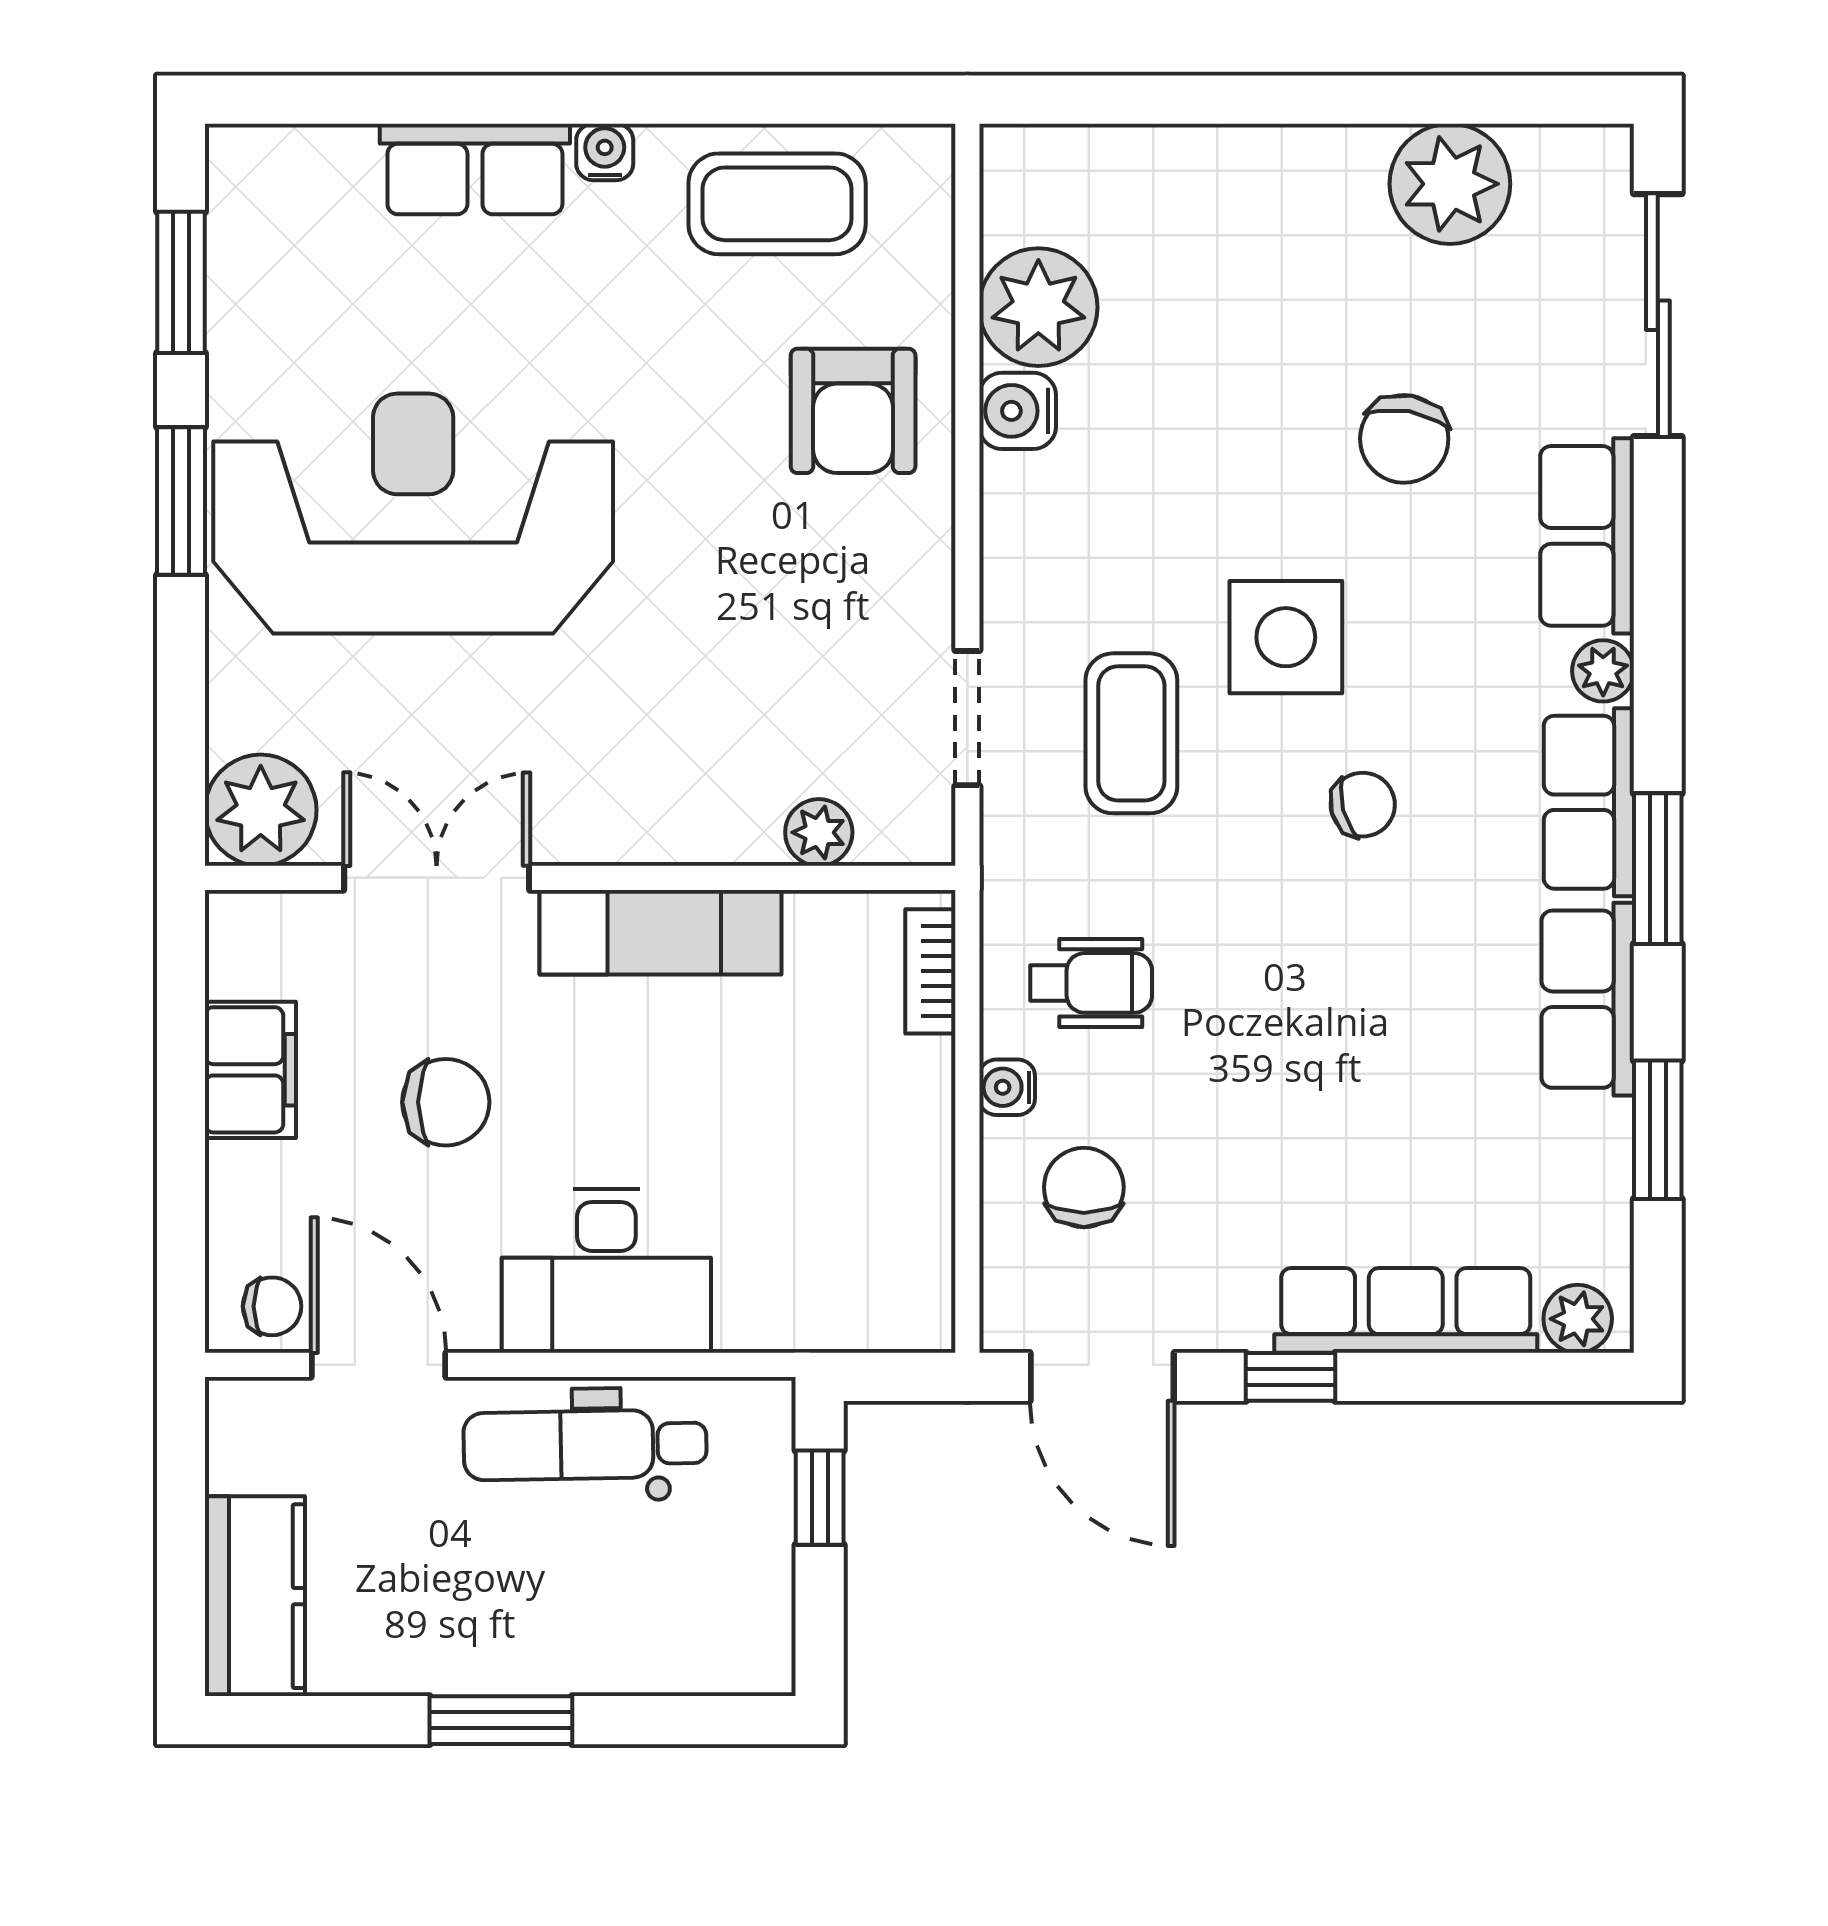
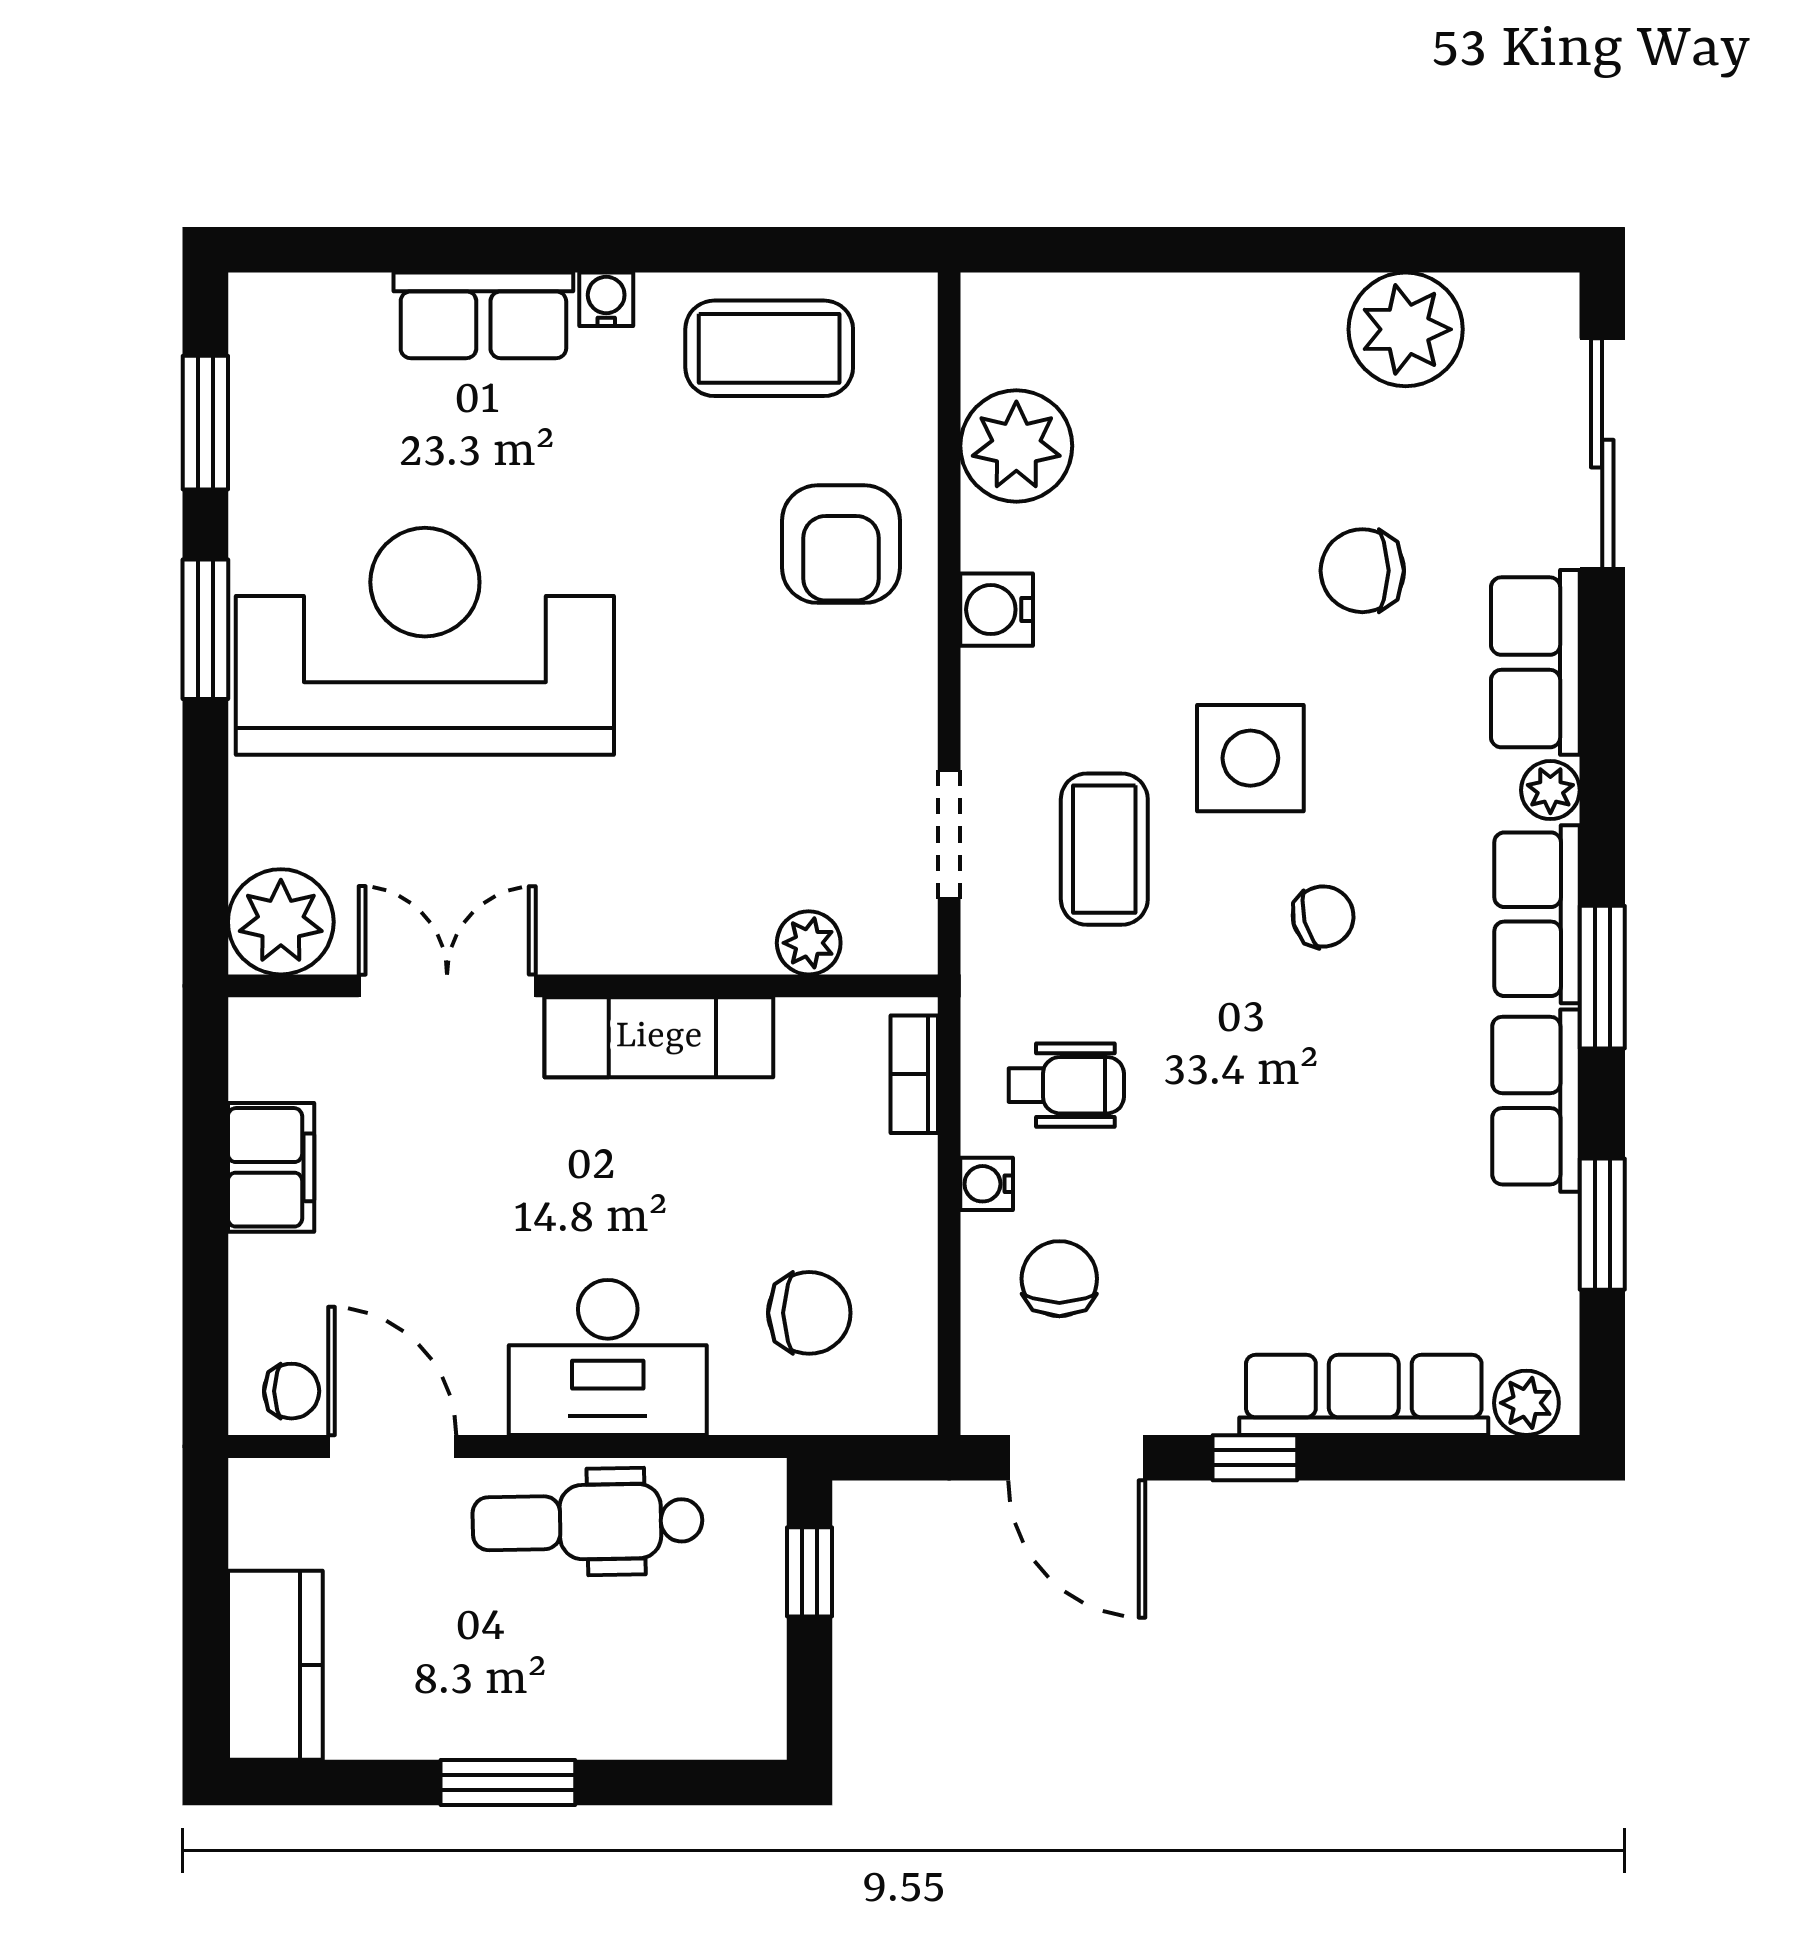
water cooler: (1018, 411) -> (997, 610), moved
chair: (1404, 439) -> (1362, 571), turned 80
chair: (446, 1102) -> (809, 1313), moved

